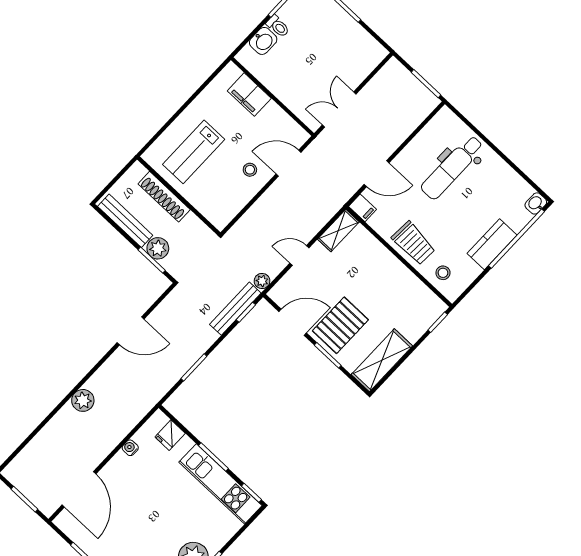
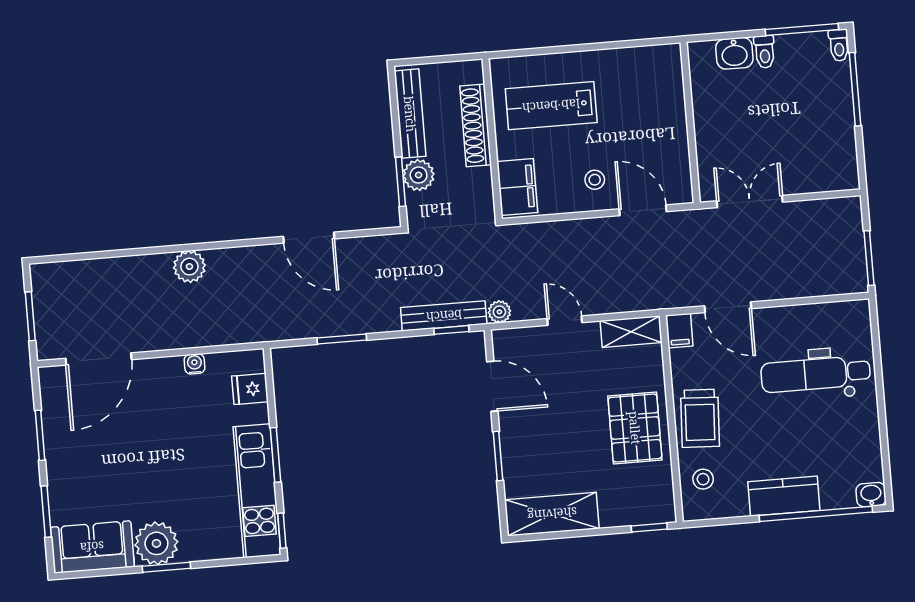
filing cabinet: (249, 95) -> (517, 187), moved, turned 180
pallet: (340, 325) -> (635, 428), moved, turned 90

